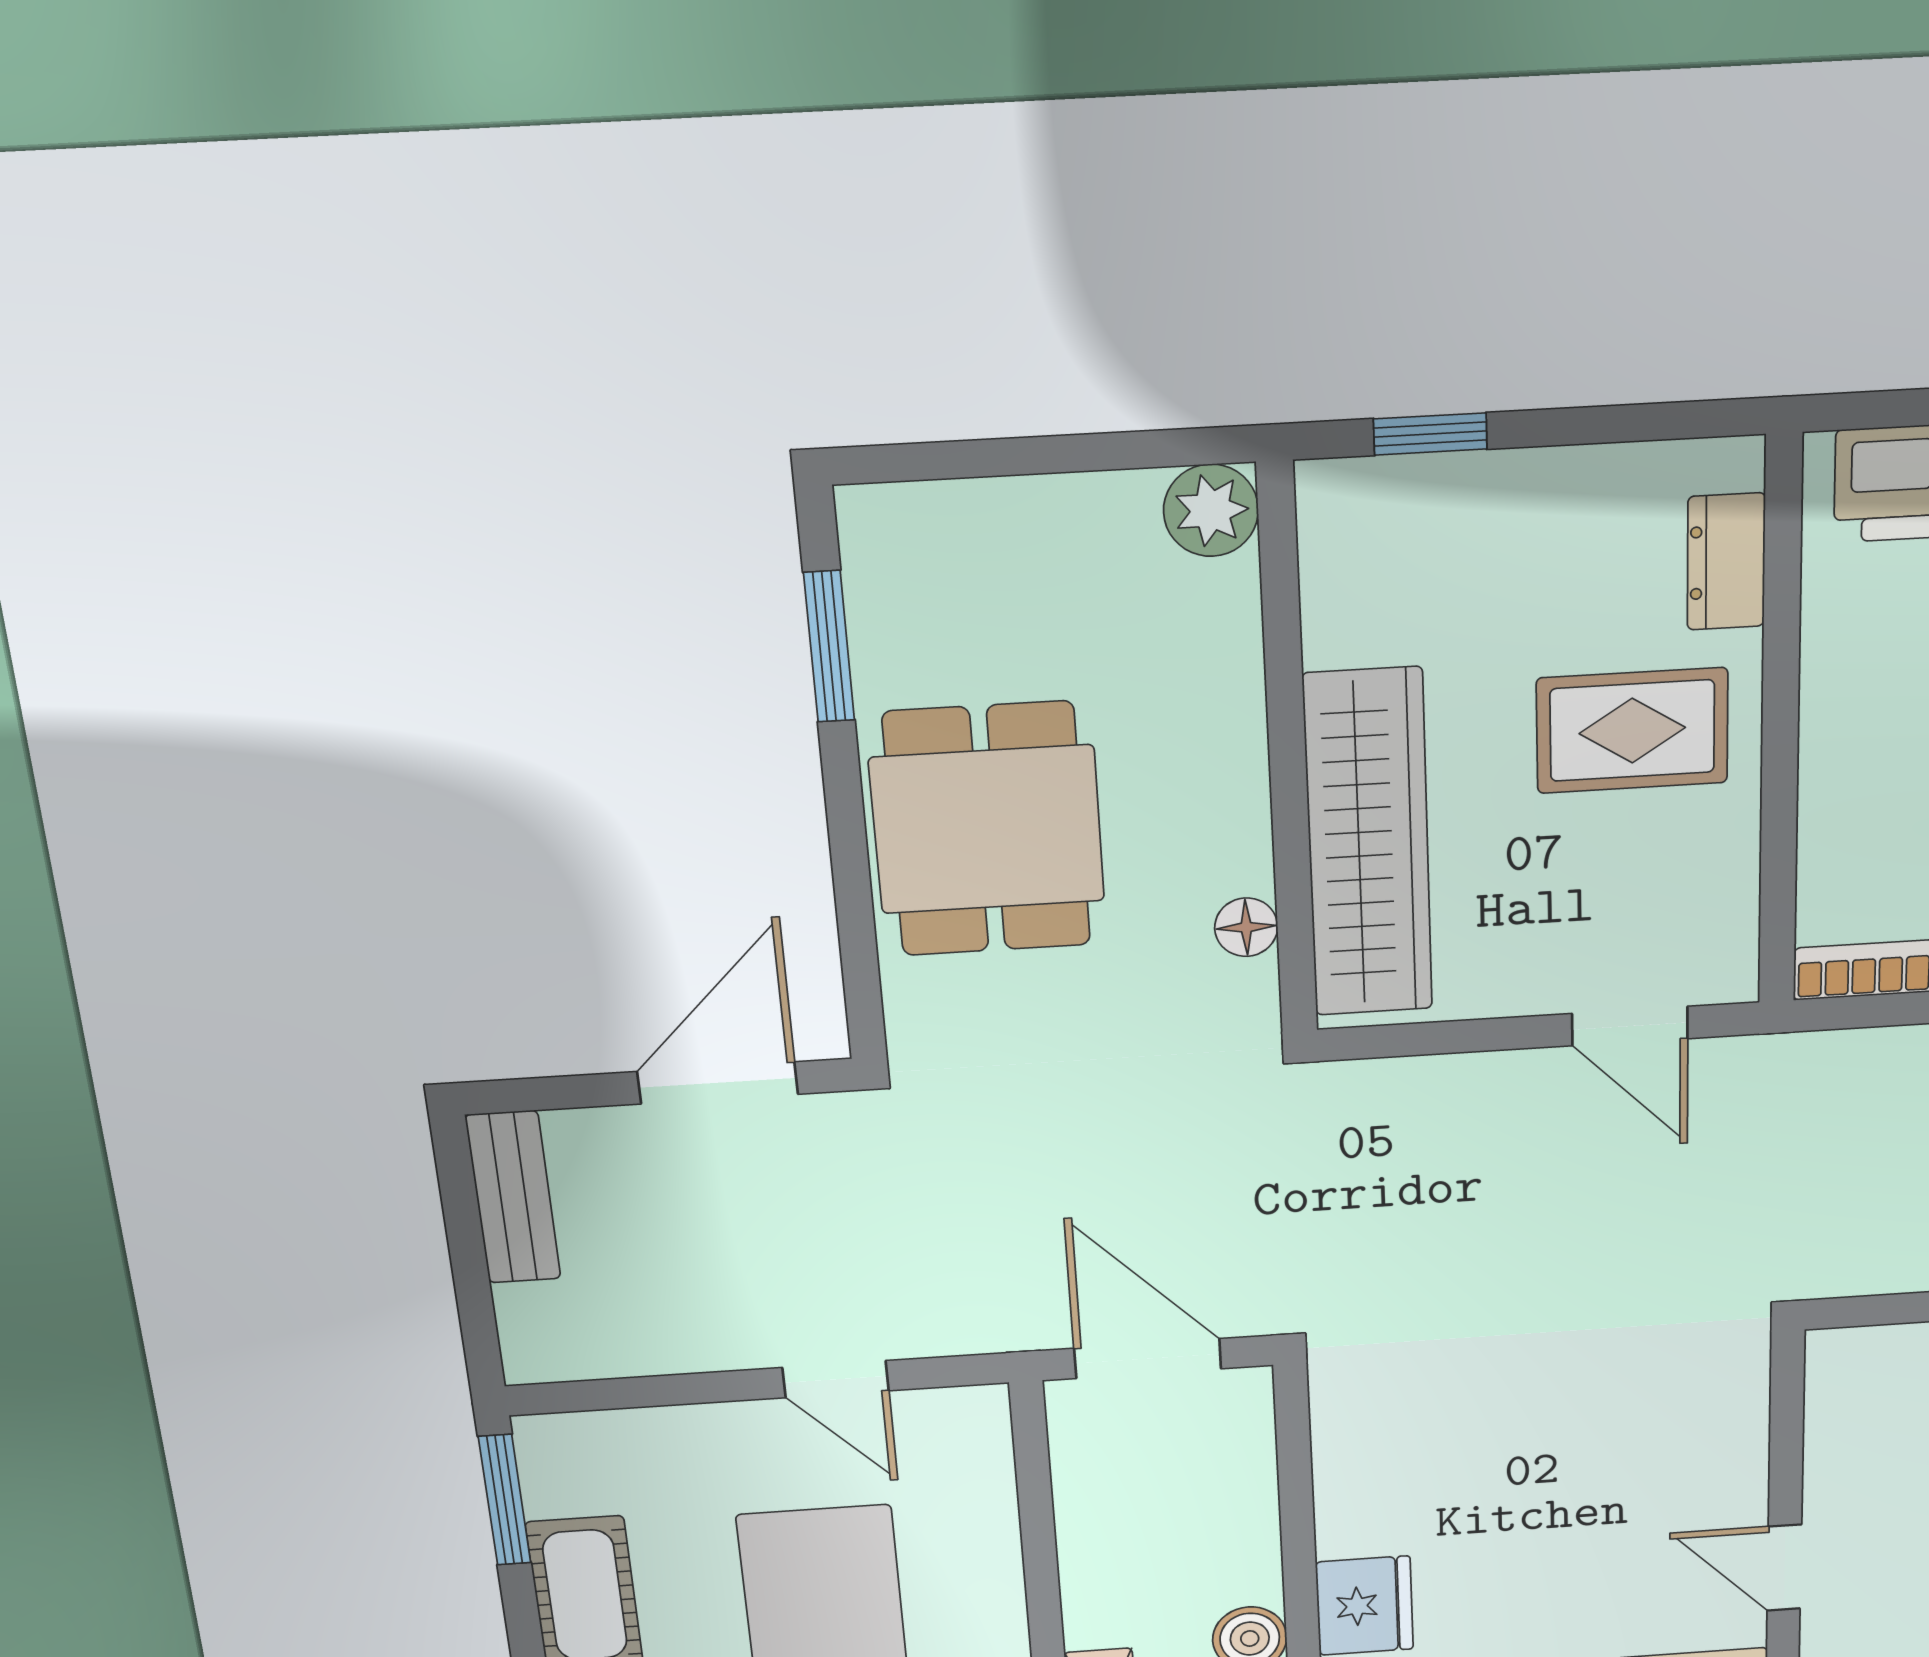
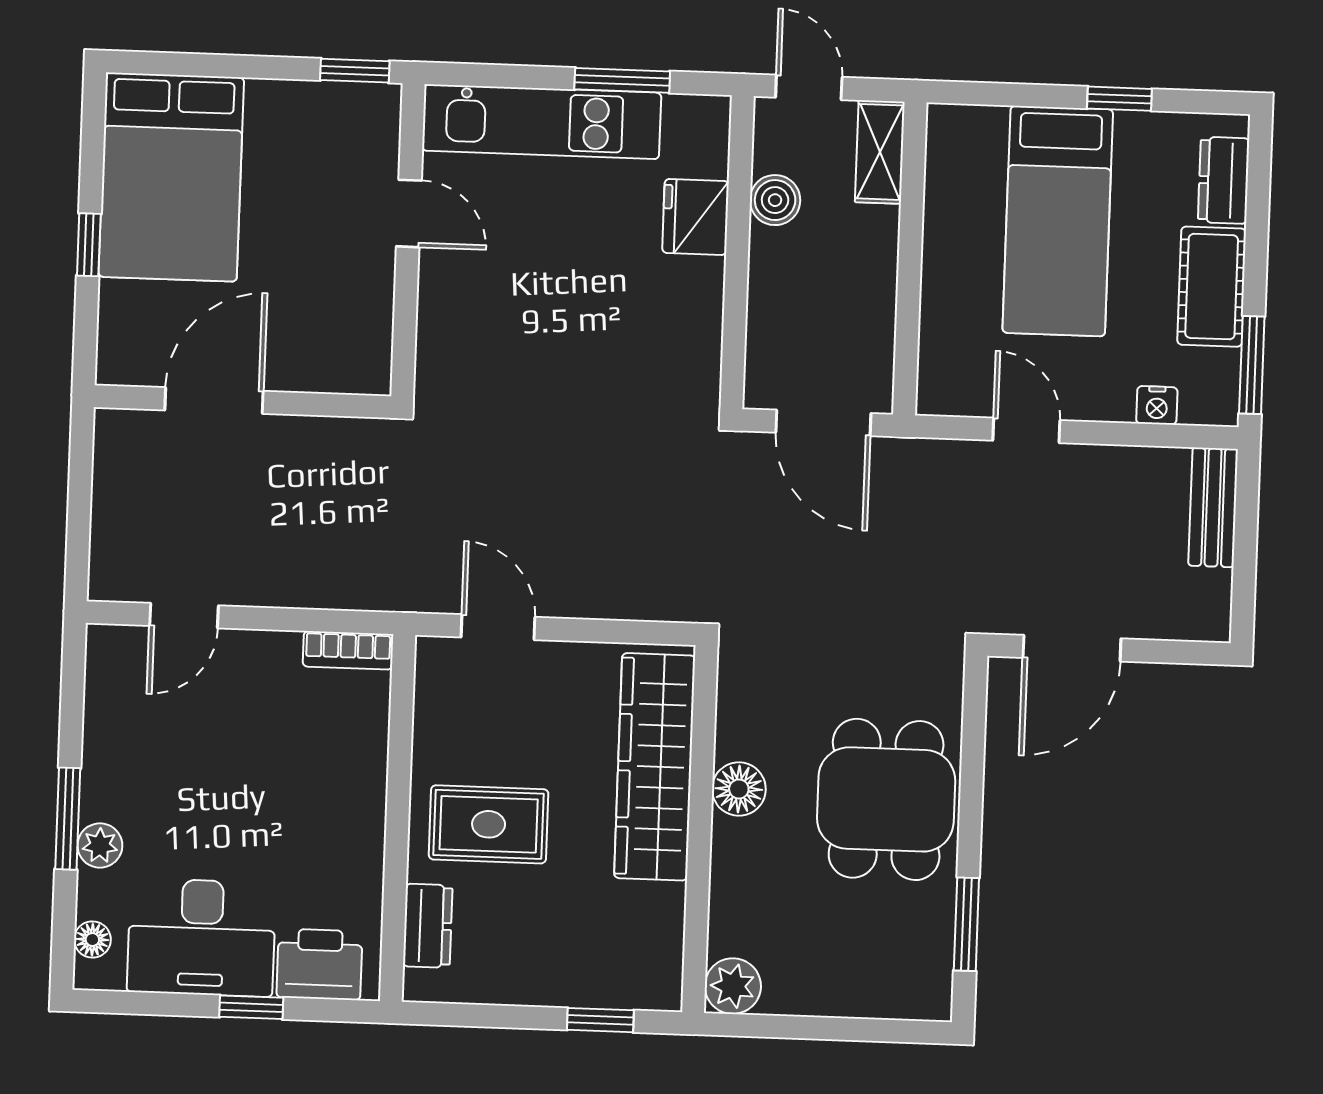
floor lamp: (1246, 927) -> (739, 789), moved, width x1.37, depth x1.37
bench: (513, 1197) -> (1213, 507), moved
nightstand: (640, 1432) -> (1157, 405), added

